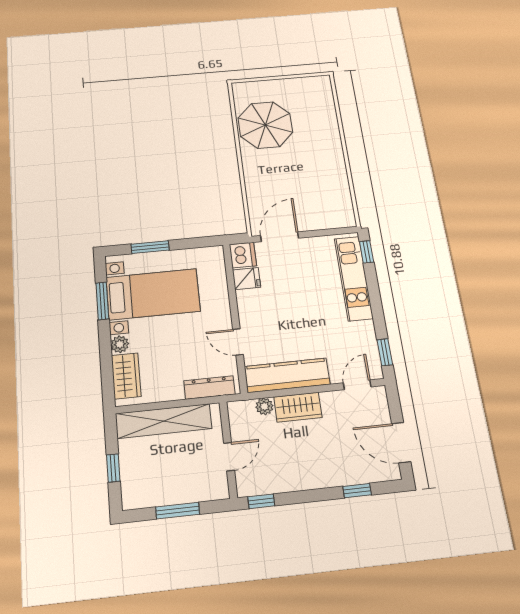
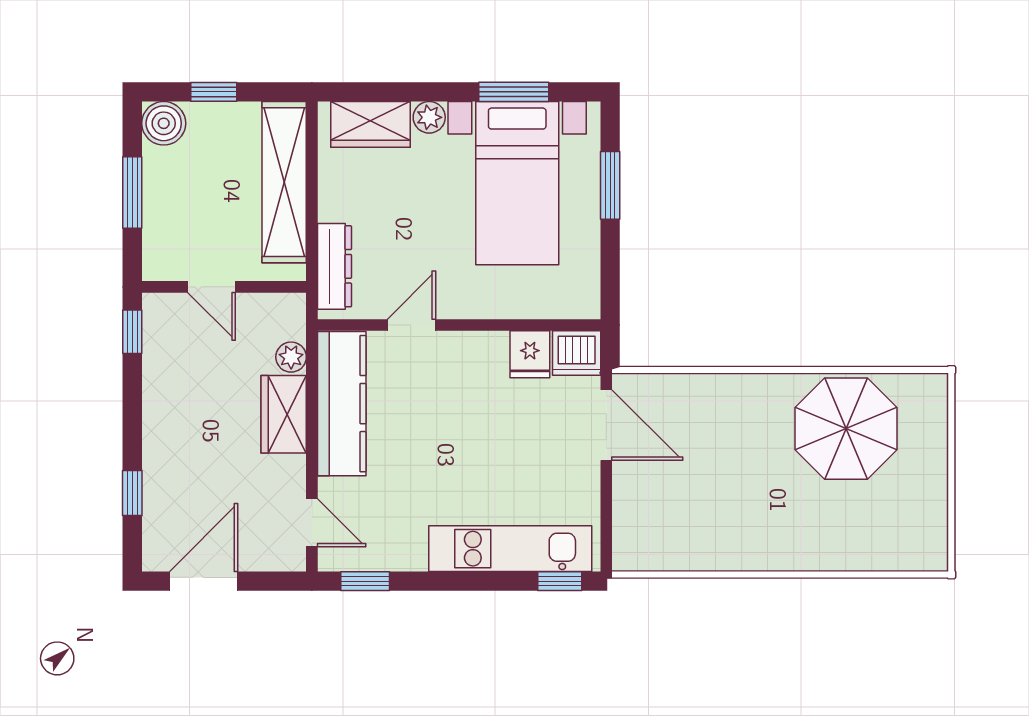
boiler: (134, 496) -> (164, 123), added

